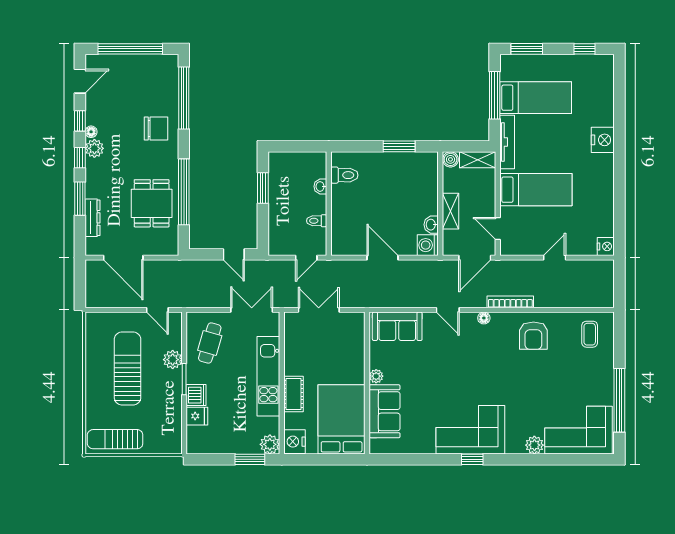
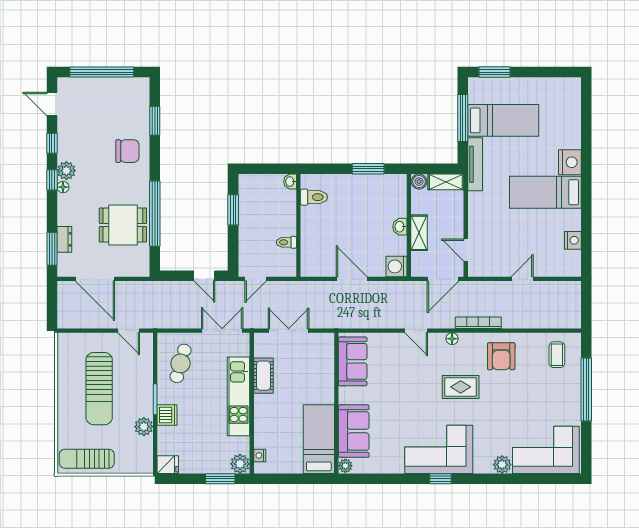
window: (585, 49) -> (552, 72), removed
door: (80, 81) -> (52, 104), swing flipped
window: (184, 98) -> (155, 121), width x0.47
floor lamp: (91, 132) -> (63, 187), moved
washbasin: (320, 186) -> (290, 182), moved
bed: (536, 190) -> (545, 192), moved, turned 180
window: (80, 199) -> (52, 249), moved
dining table: (152, 203) -> (123, 225), turned 90
dresser: (93, 218) -> (64, 239), width x0.70
washbasin: (431, 225) -> (400, 227), moved
nightstand: (606, 246) -> (573, 240), moved
door: (306, 258) -> (256, 279), moved
sofa: (397, 326) -> (353, 361), moved, turned -90
plant: (173, 360) -> (144, 427), moved
rug: (492, 367) -> (461, 387), added
sun lounger: (128, 368) -> (99, 389), turned 180
plant: (376, 376) -> (345, 466), moved
cot: (293, 394) -> (263, 376), moved
window: (619, 400) -> (586, 390), moved
fridge: (197, 416) -> (168, 465), moved
bed: (342, 419) -> (319, 439), width x0.67
nightstand: (295, 442) -> (260, 455), width x0.53, depth x0.56

